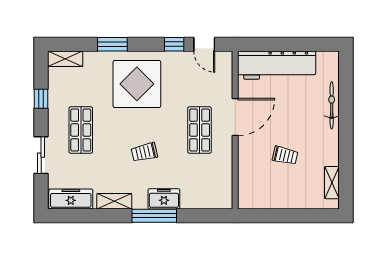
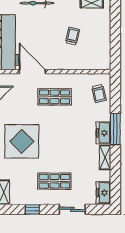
door: (235, 117) -> (32, 72), moved
trolley: (144, 152) -> (99, 94), moved
freezer: (71, 199) -> (103, 193), width x0.71
freezer: (164, 199) -> (103, 133), moved

